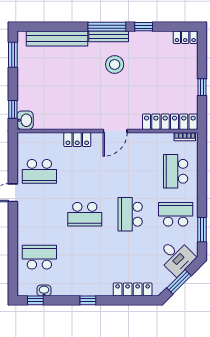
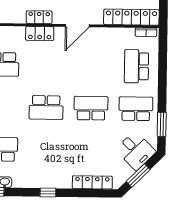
locker: (76, 123) -> (39, 17), added
school desk: (130, 214) -> (91, 108), turned 90

